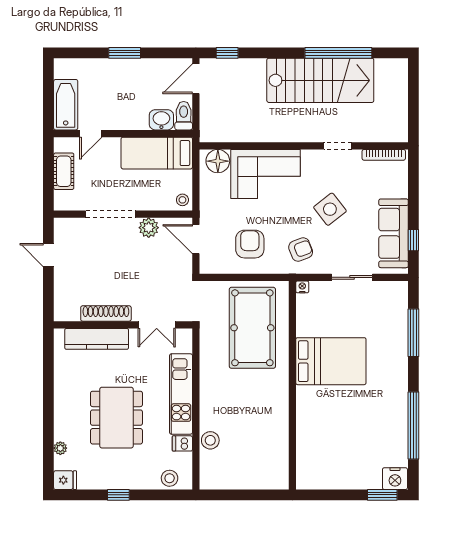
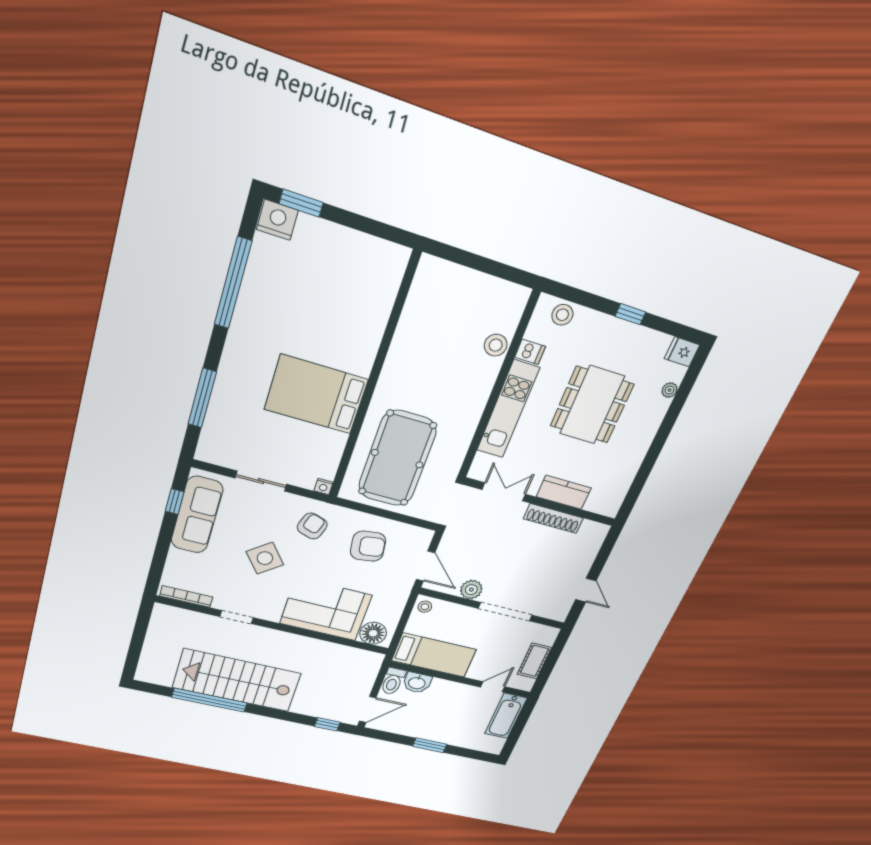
armchair: (250, 244) -> (368, 546), turned -98
armchair: (301, 250) -> (312, 526), turned 129
kitchen counter: (97, 339) -> (564, 492), width x0.67

